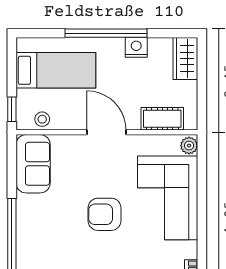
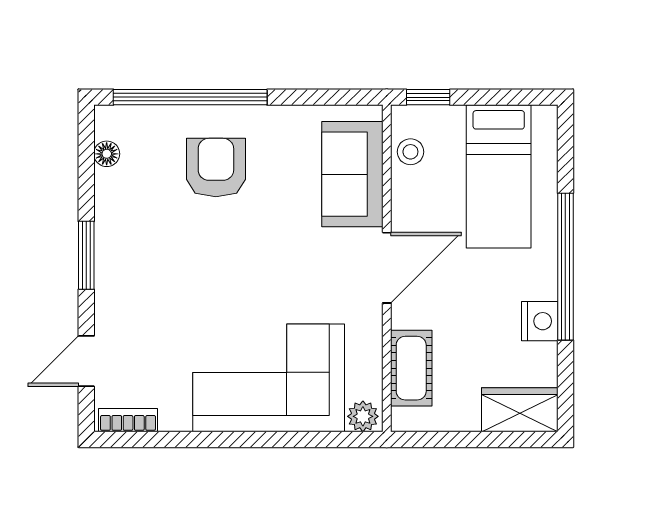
sofa: (33, 164) -> (352, 174), moved, turned 90
armchair: (105, 214) -> (216, 168), moved

